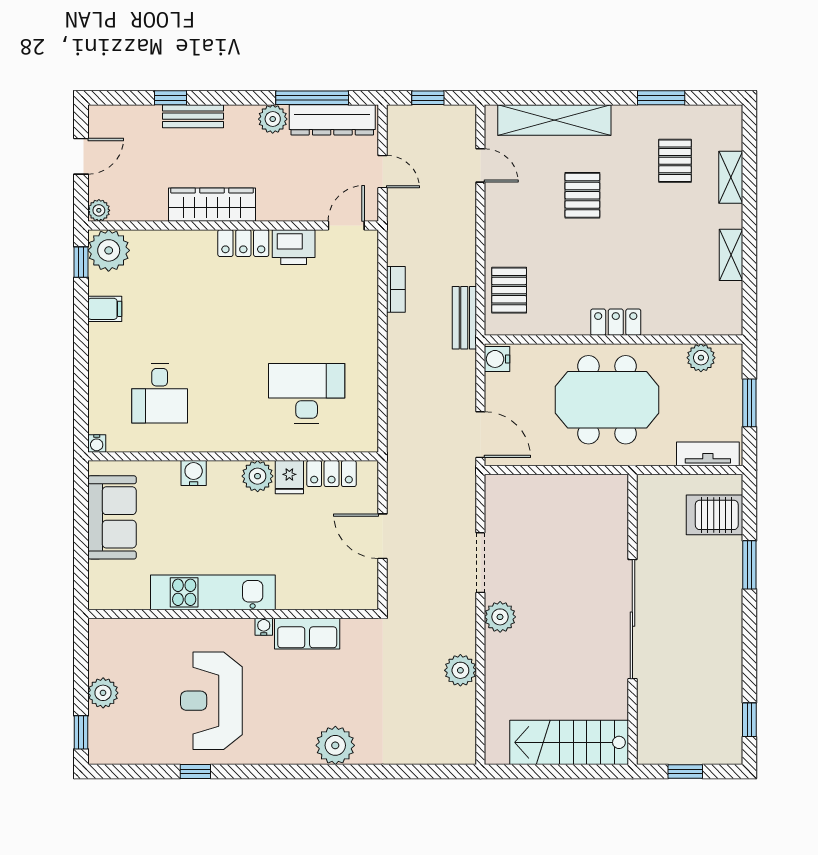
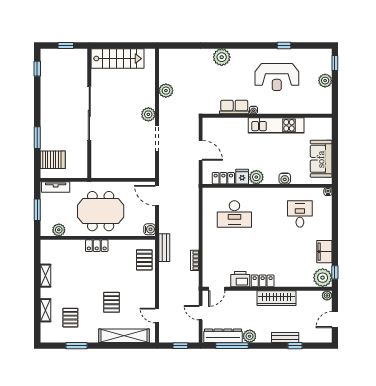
filing cabinet: (105, 309) -> (324, 252), width x2.00
reception desk: (211, 701) -> (277, 77), turned 90

